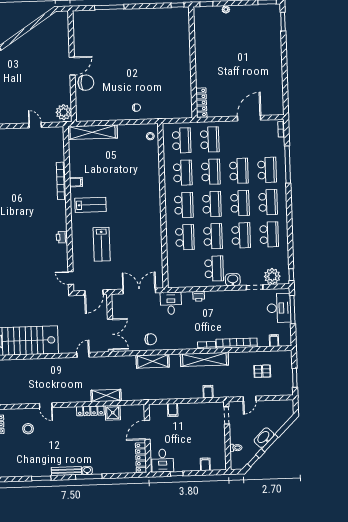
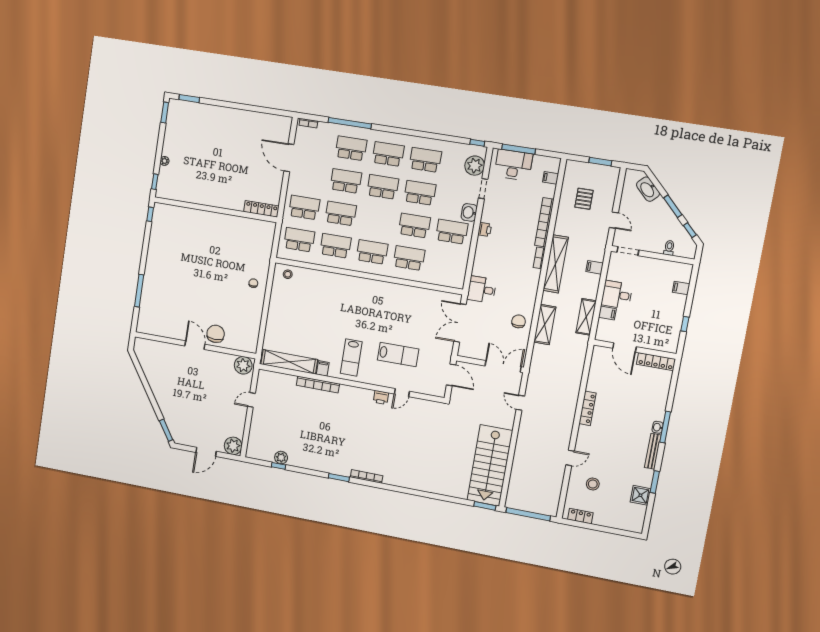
shelving: (93, 132) -> (289, 362), moved, turned 90
school desk: (212, 204) -> (377, 220), removed
lab bench: (91, 205) -> (351, 358), turned 180
door: (71, 278) -> (402, 393), moved
printer: (199, 296) -> (485, 229), moved
shelving: (106, 396) -> (586, 317), moved
shower: (113, 413) -> (640, 495), moved
washbasin: (264, 438) -> (648, 189), moved
desk: (163, 461) -> (617, 295), moved, turned 180

